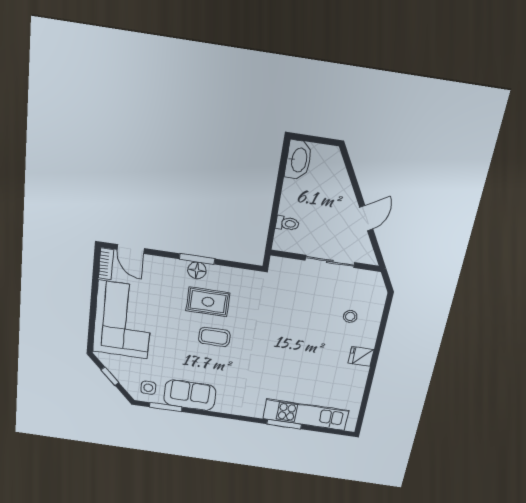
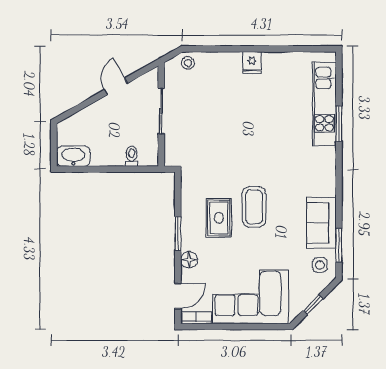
door: (366, 218) -> (116, 86), hinge flipped
floor lamp: (197, 270) -> (189, 260), moved
stool: (350, 316) -> (188, 63), moved
coffee table: (214, 337) -> (254, 207), width x1.36, depth x1.30

